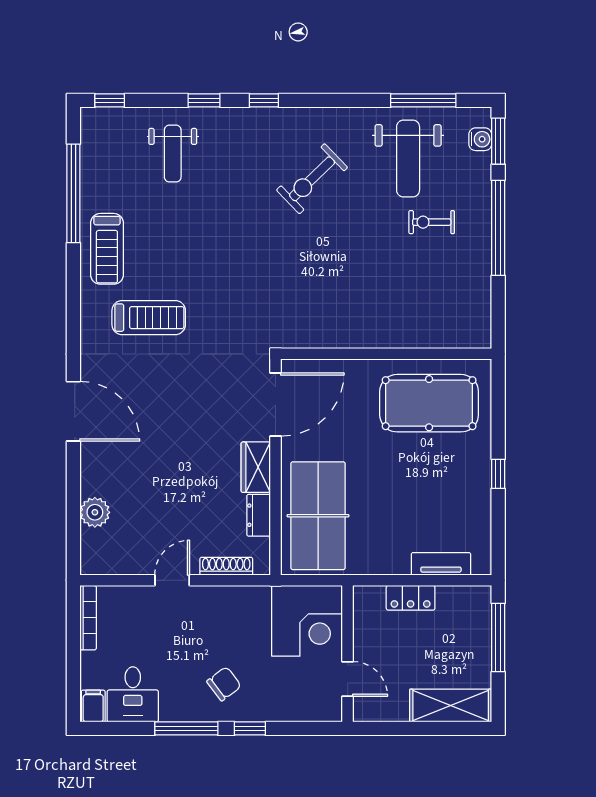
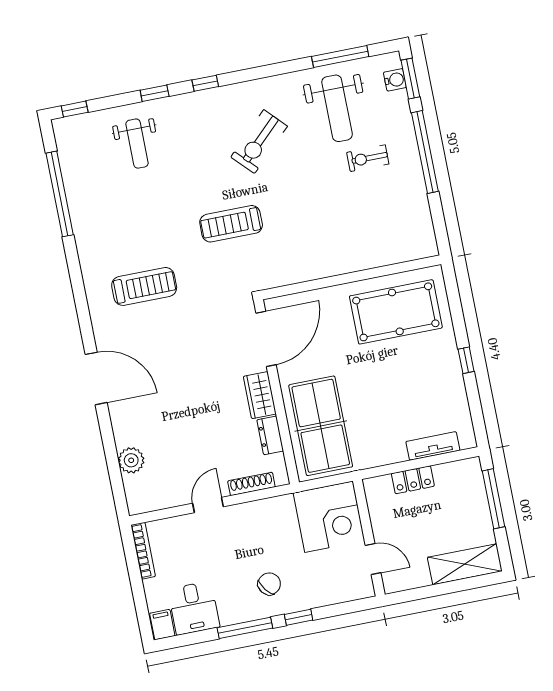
treadmill: (107, 249) -> (231, 224), moved, turned 90

